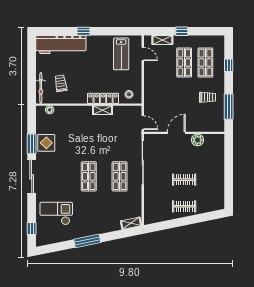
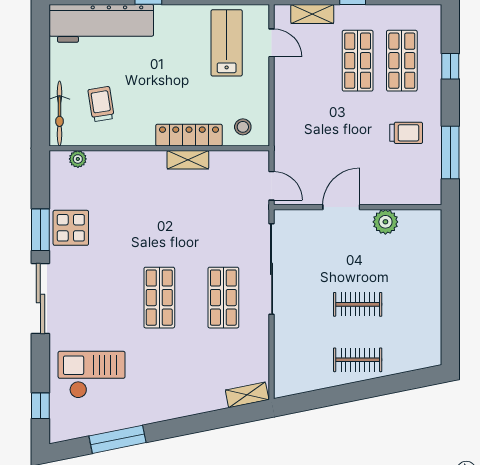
lab bench: (121, 54) -> (227, 43), turned 180
window: (87, 241) -> (117, 439), moved

